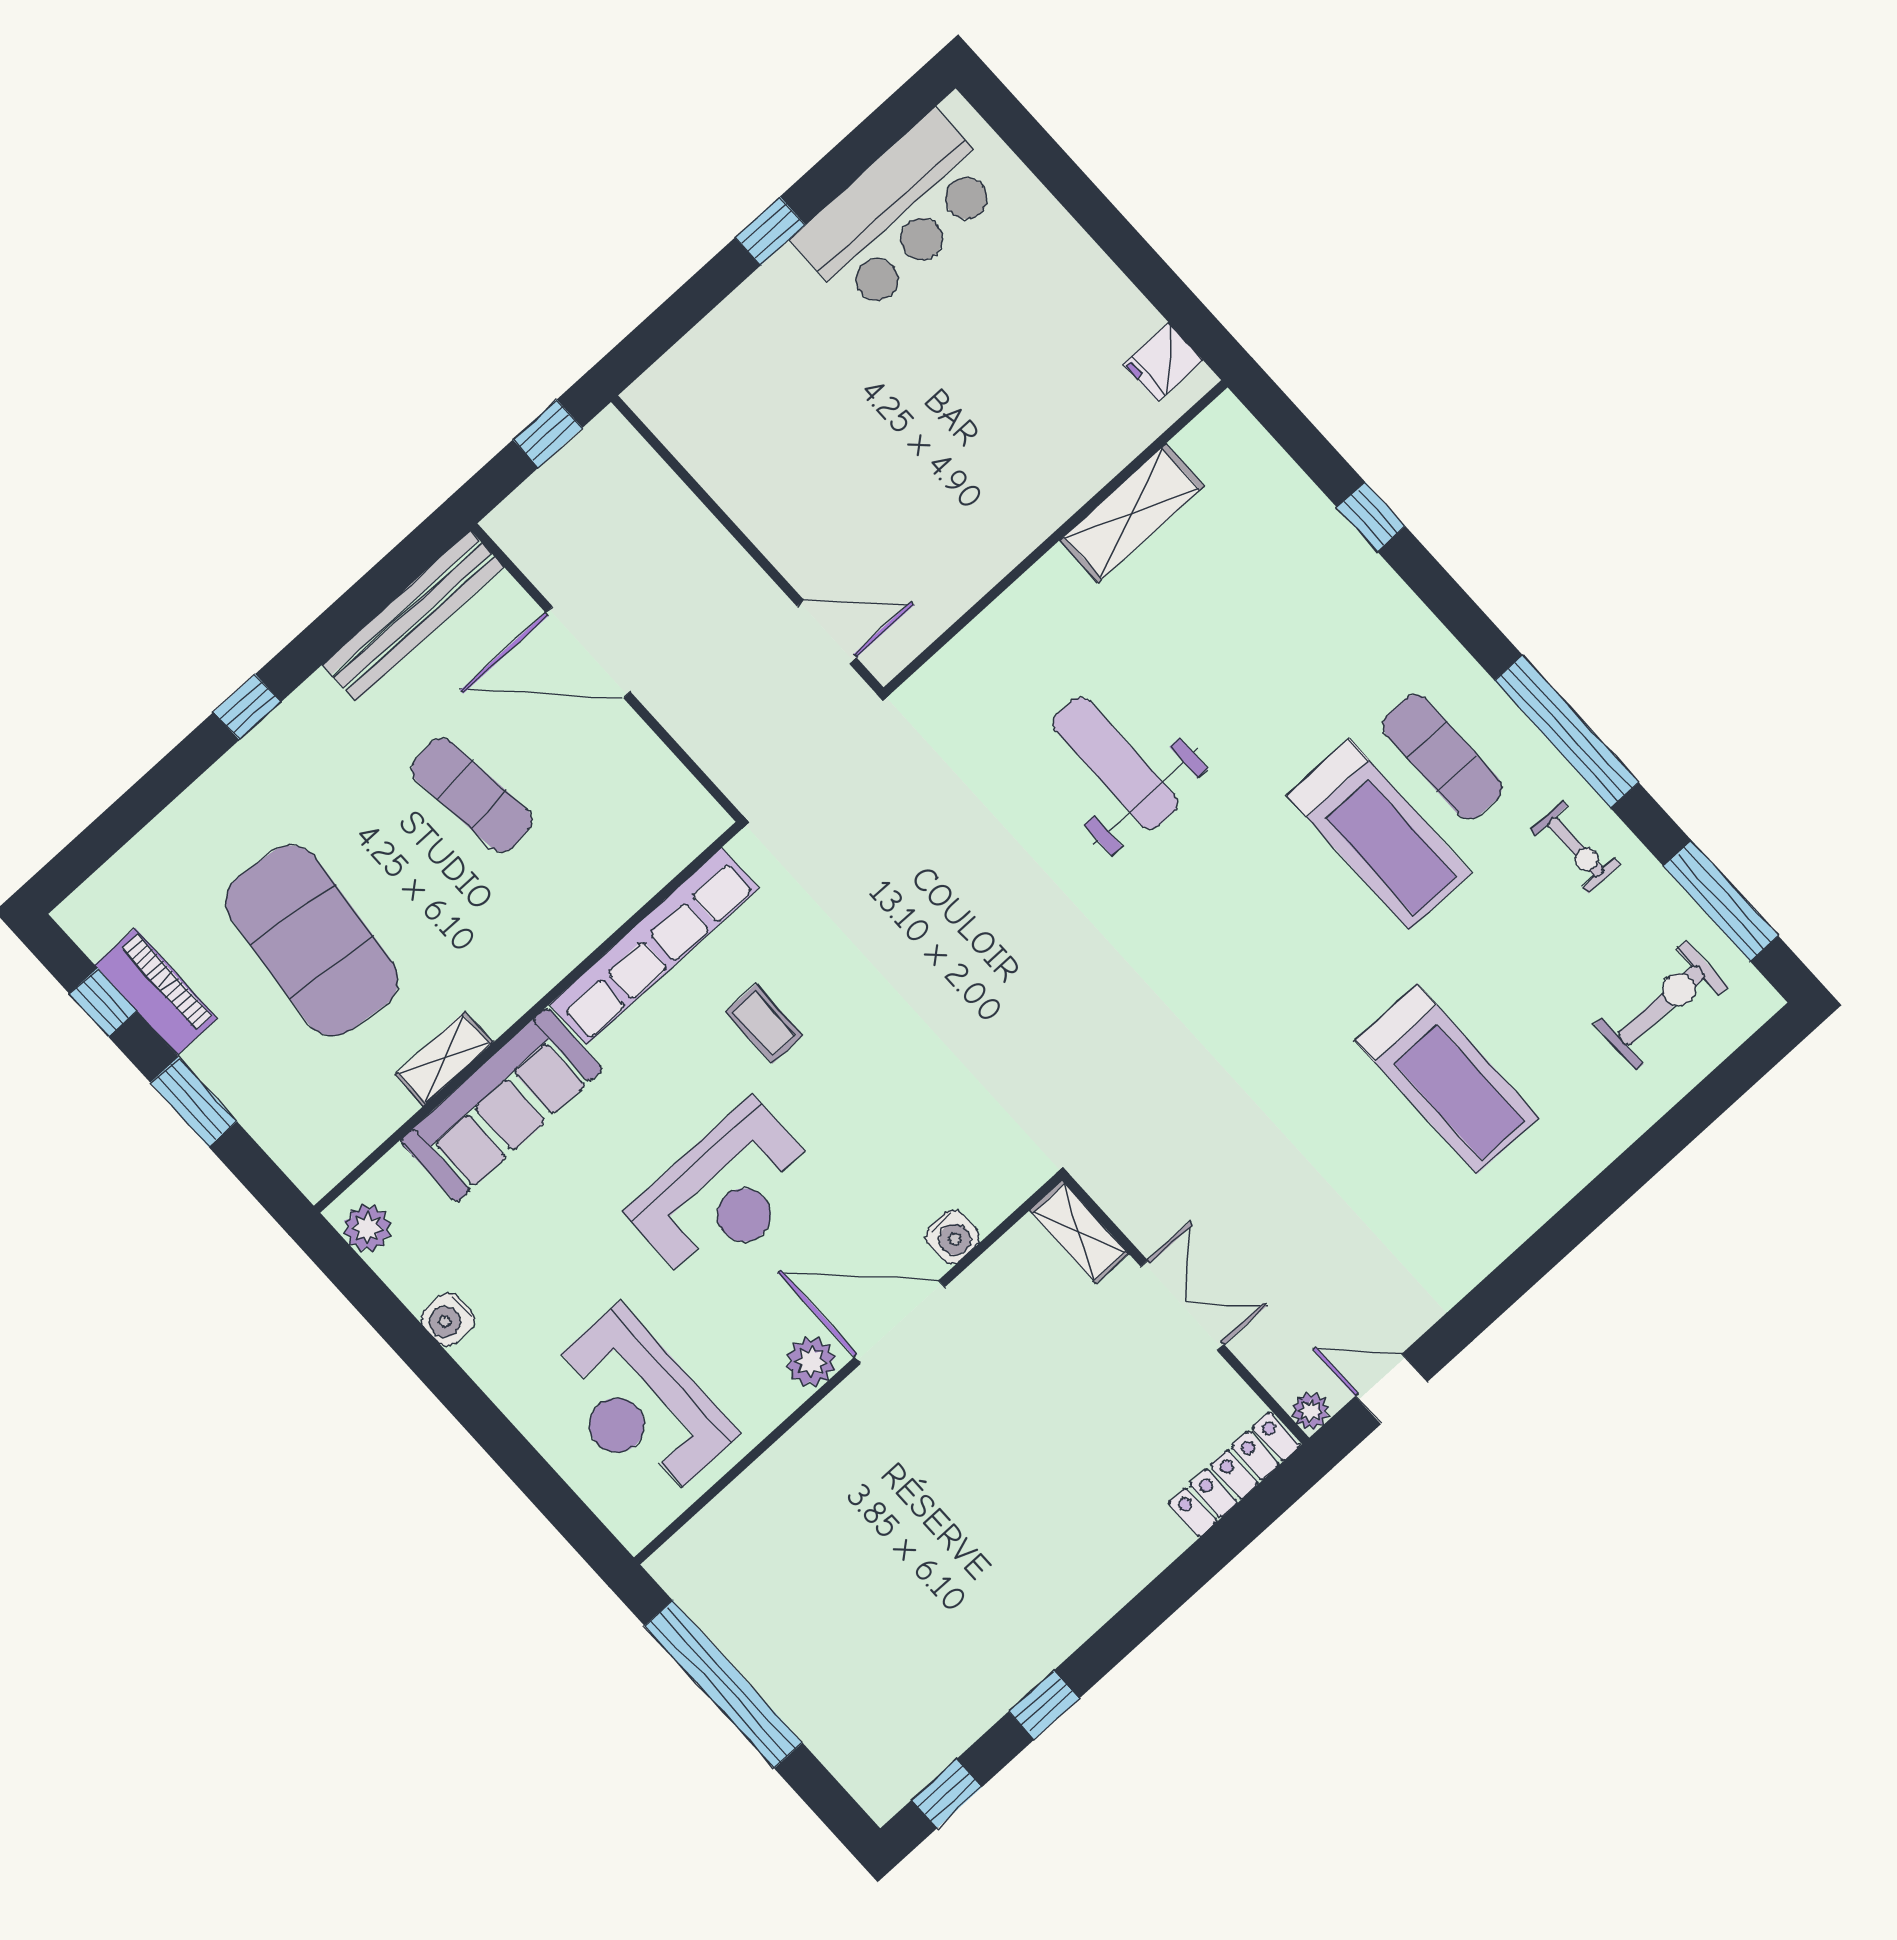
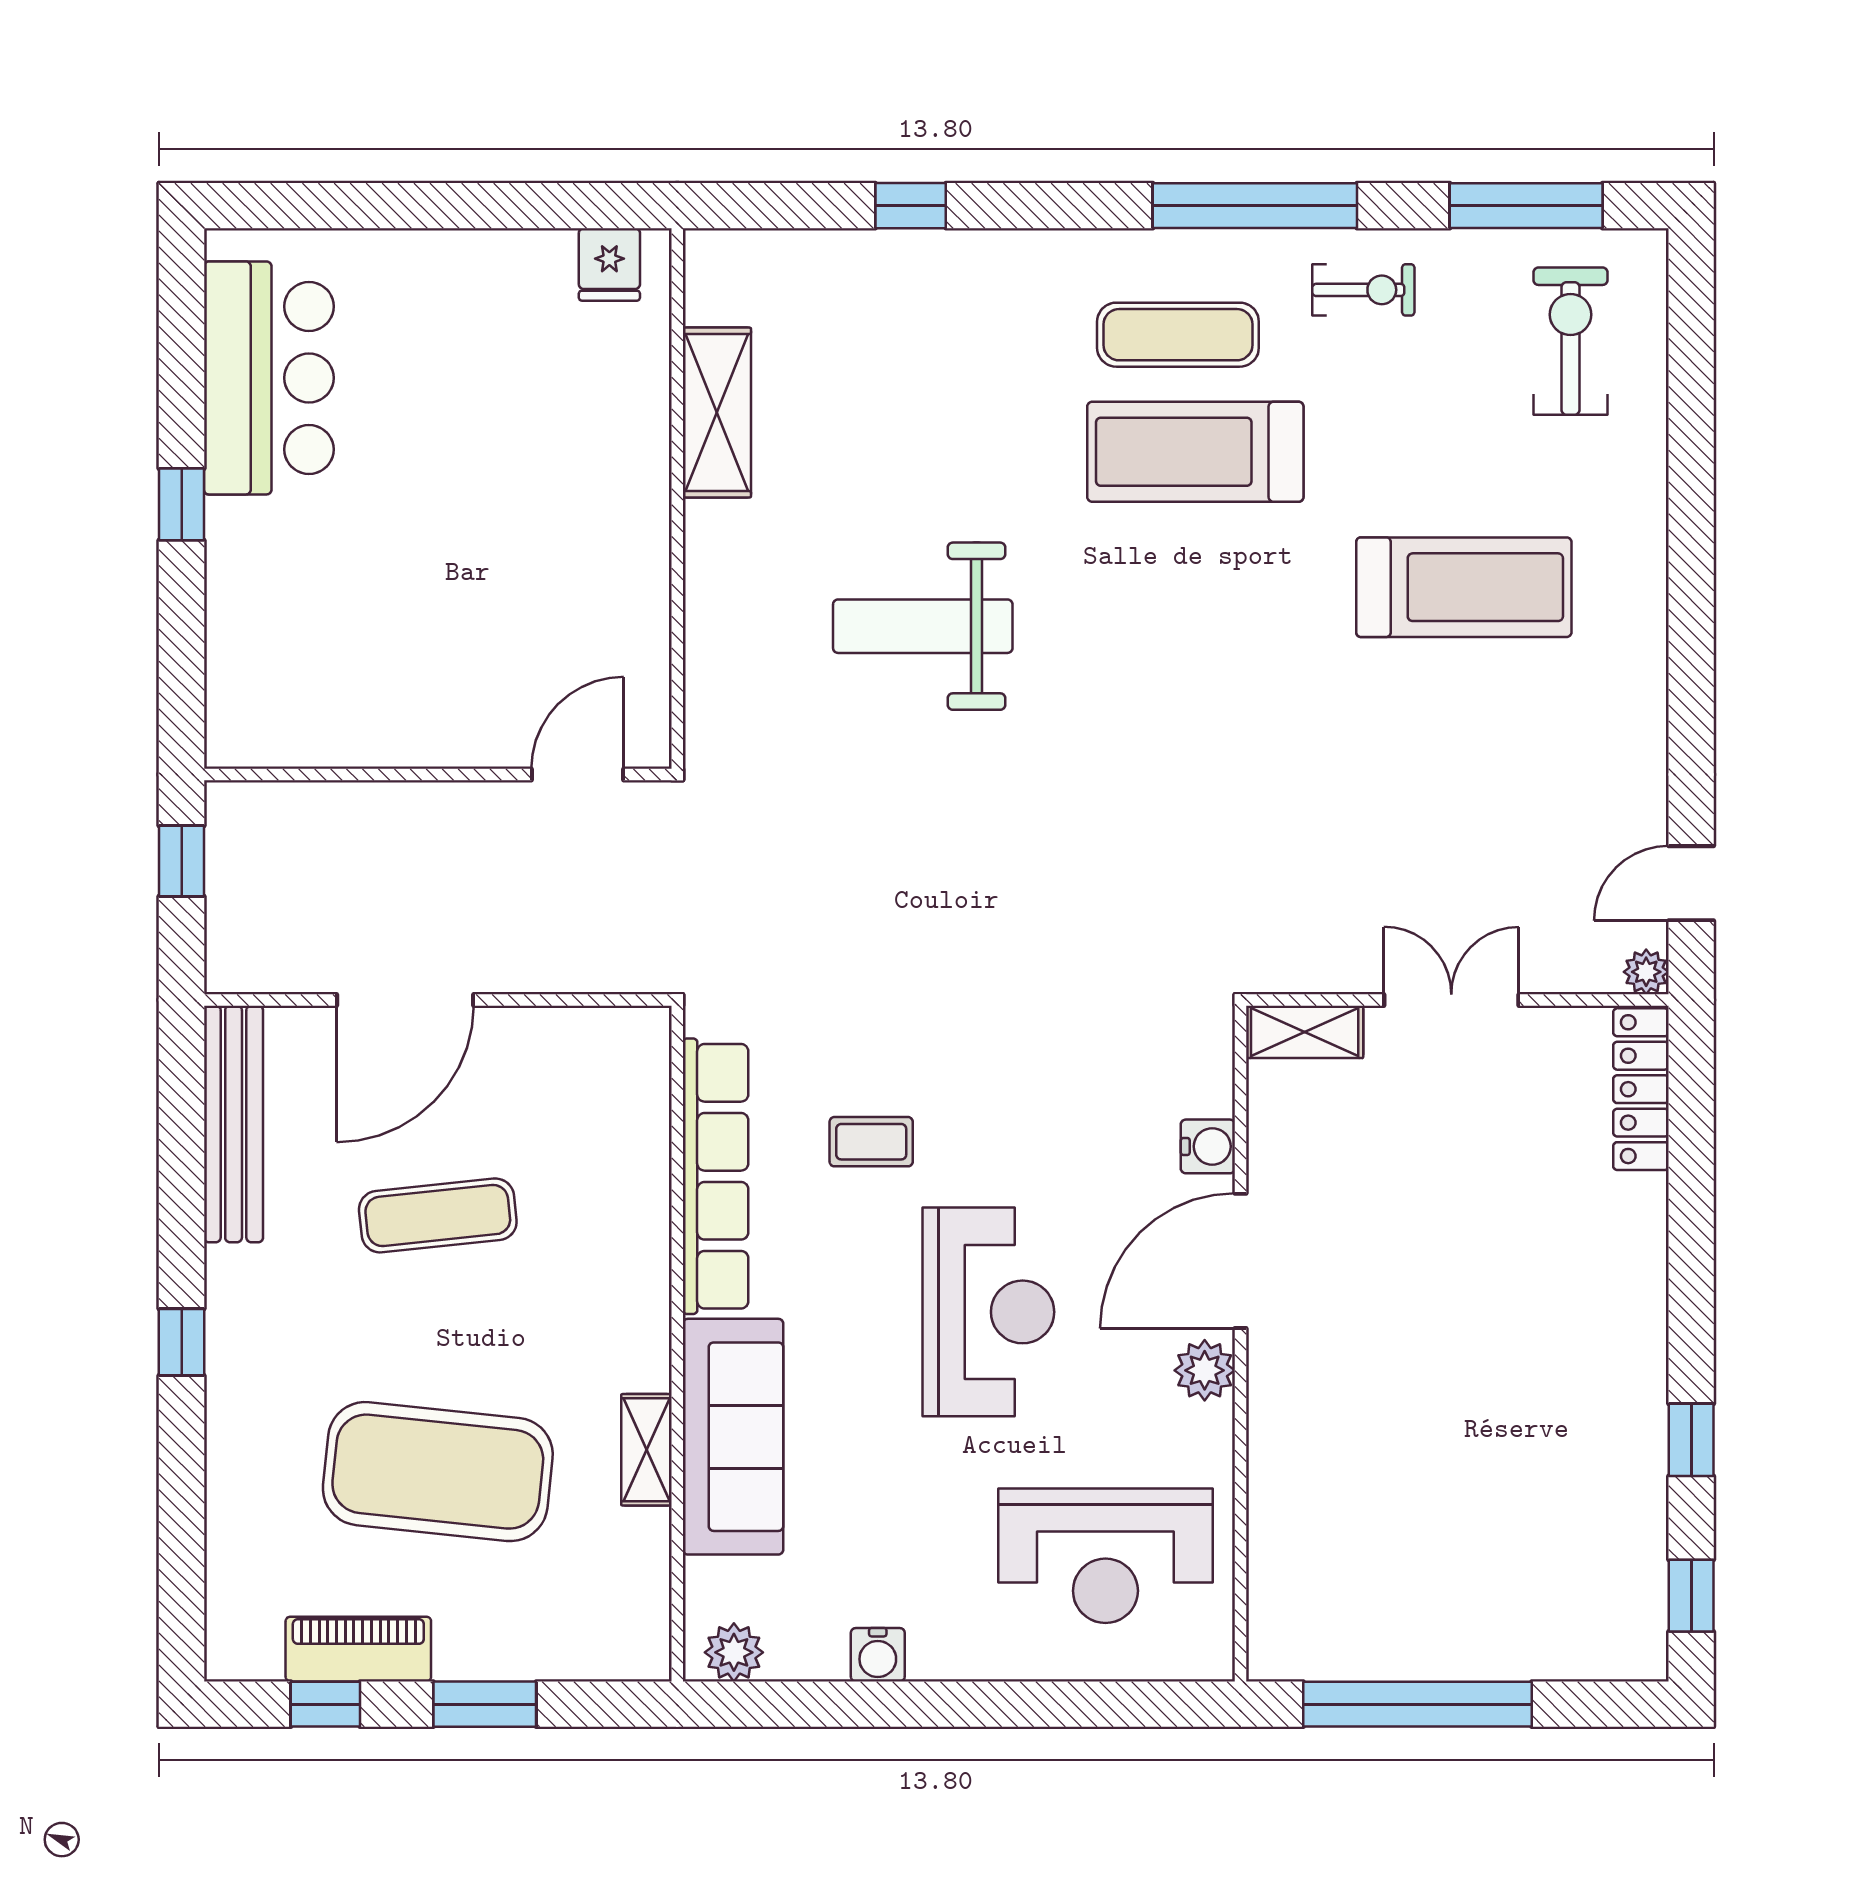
treadmill: (1379, 834) -> (1195, 452), turned 180

